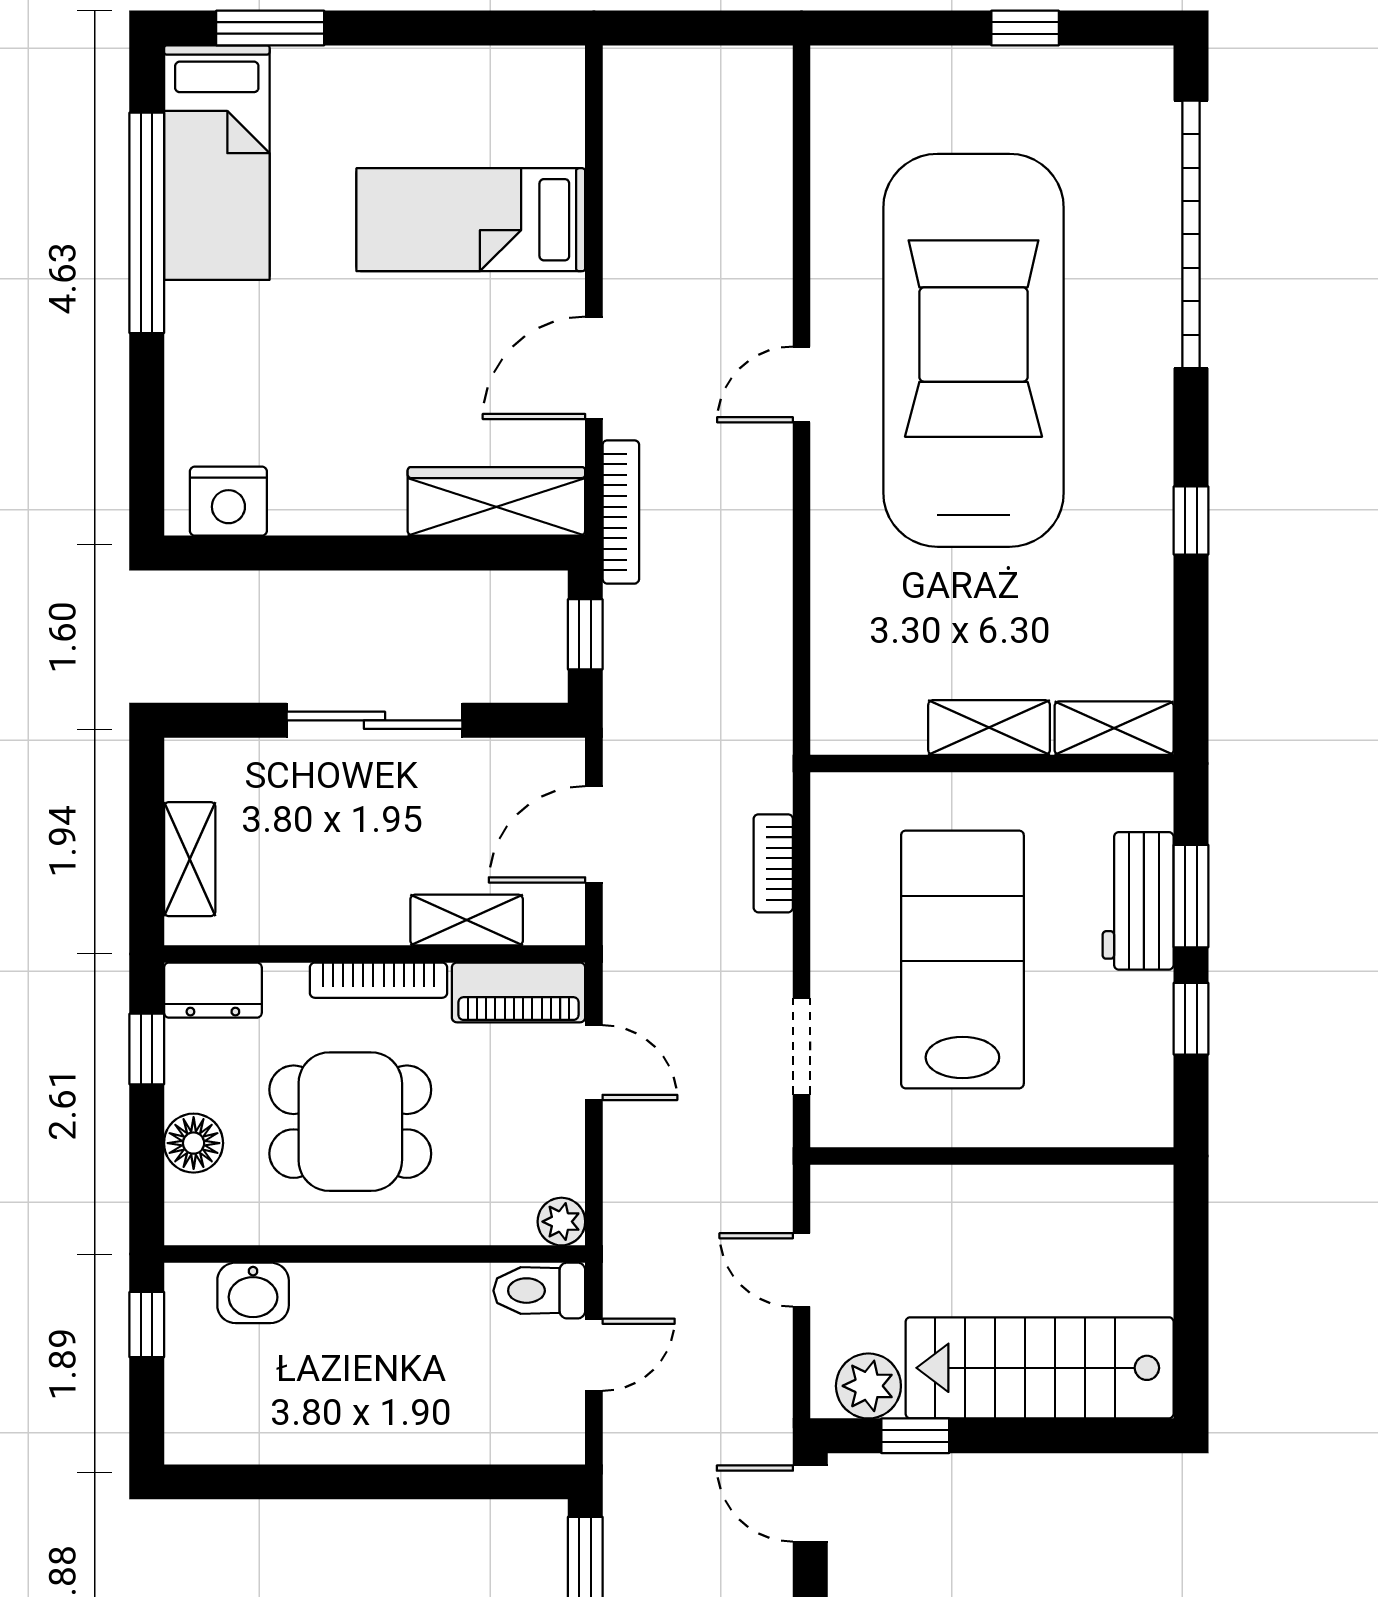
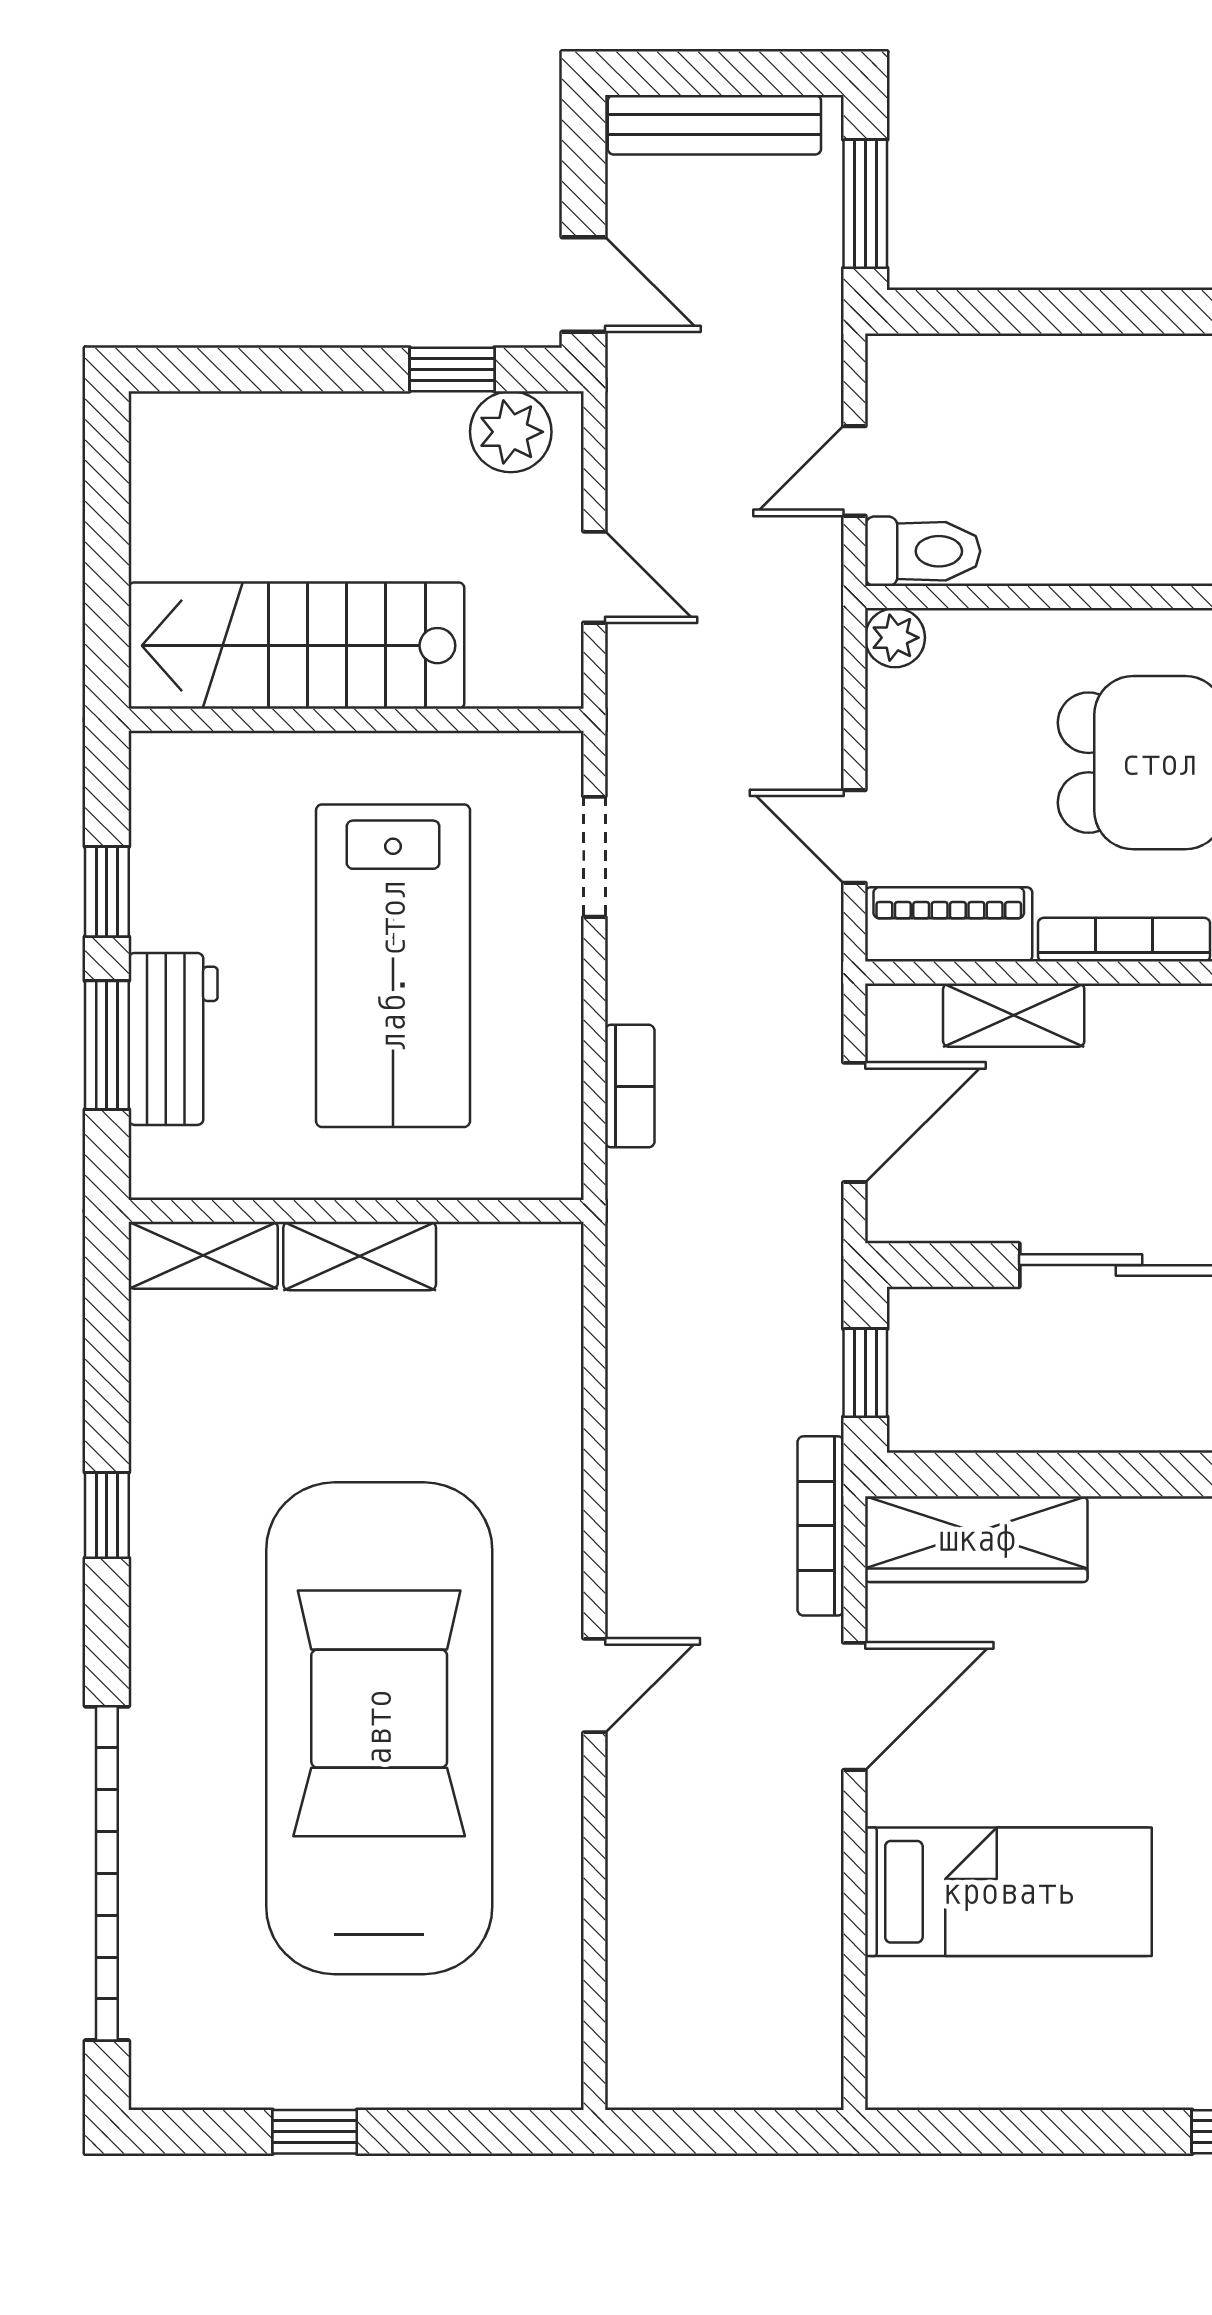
car: (973, 350) -> (379, 1728), turned 180
stairs: (1040, 1368) -> (296, 646), moved, turned 180

